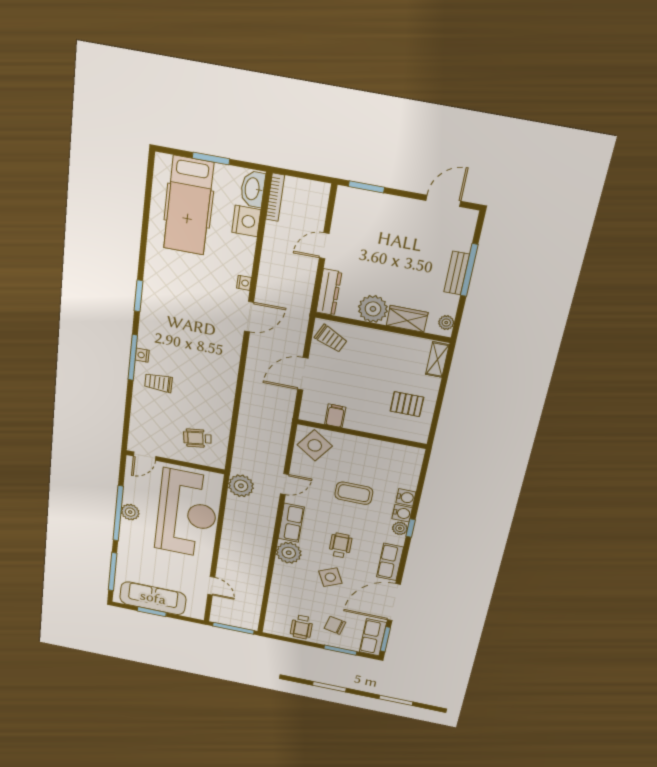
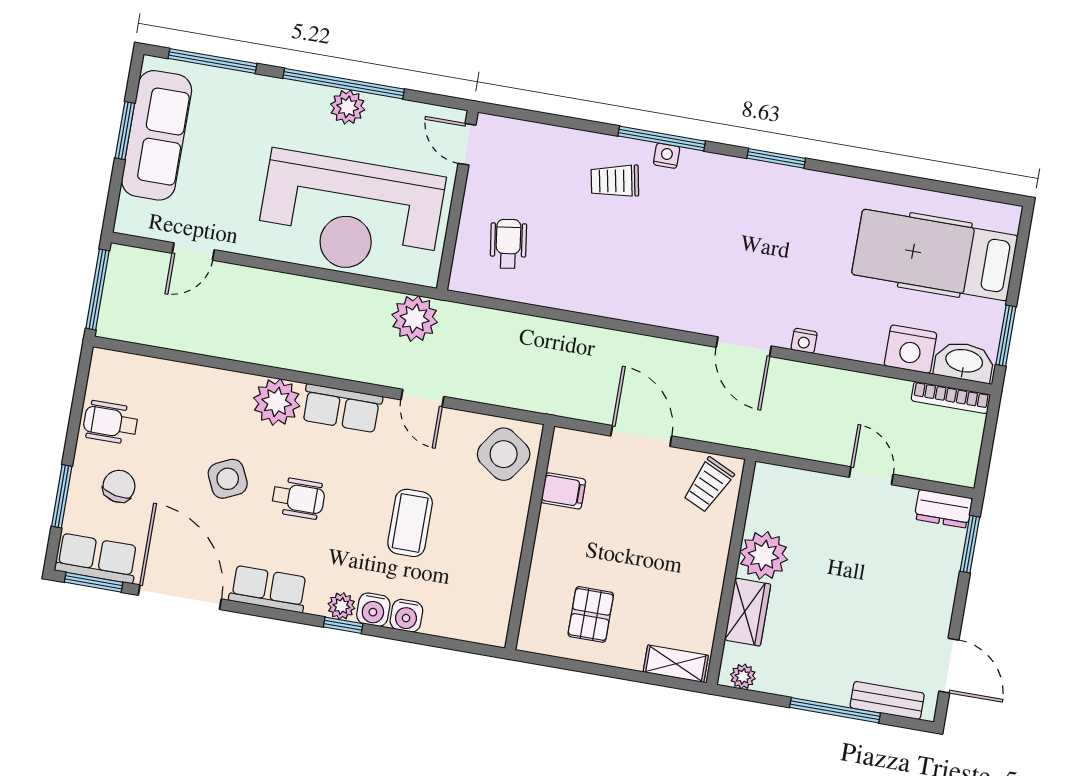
window: (211, 158) -> (1006, 336), moved
bench: (457, 273) -> (887, 700), moved
dresser: (329, 292) -> (943, 509), moved, width x0.70
trolley: (158, 383) -> (615, 181), turned -101

